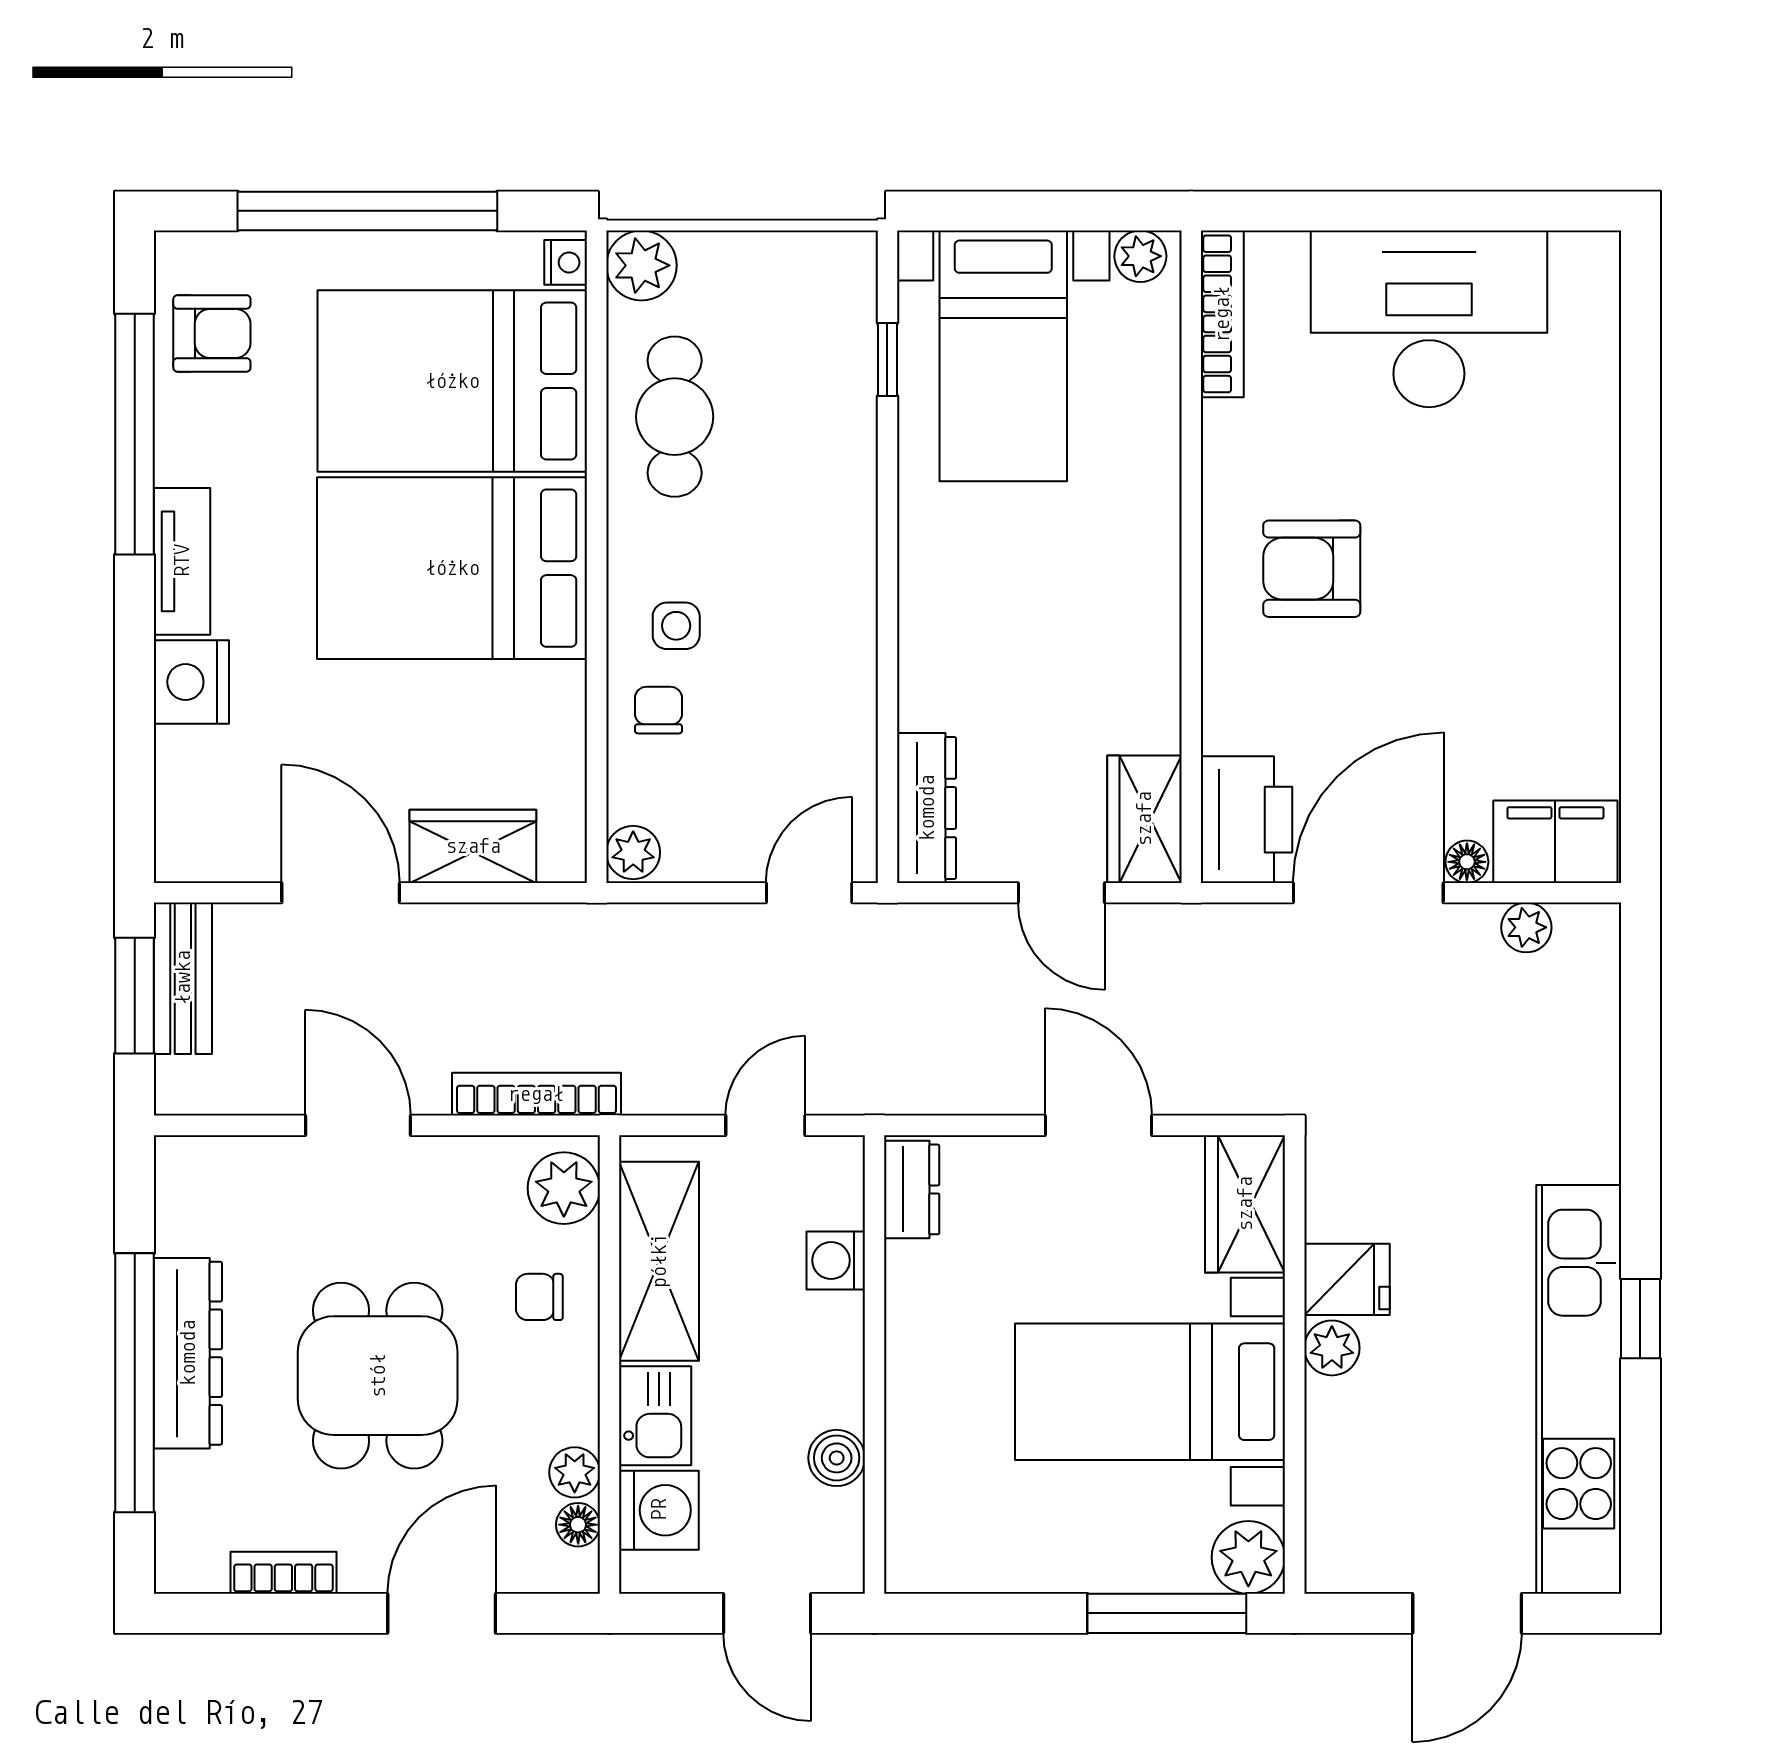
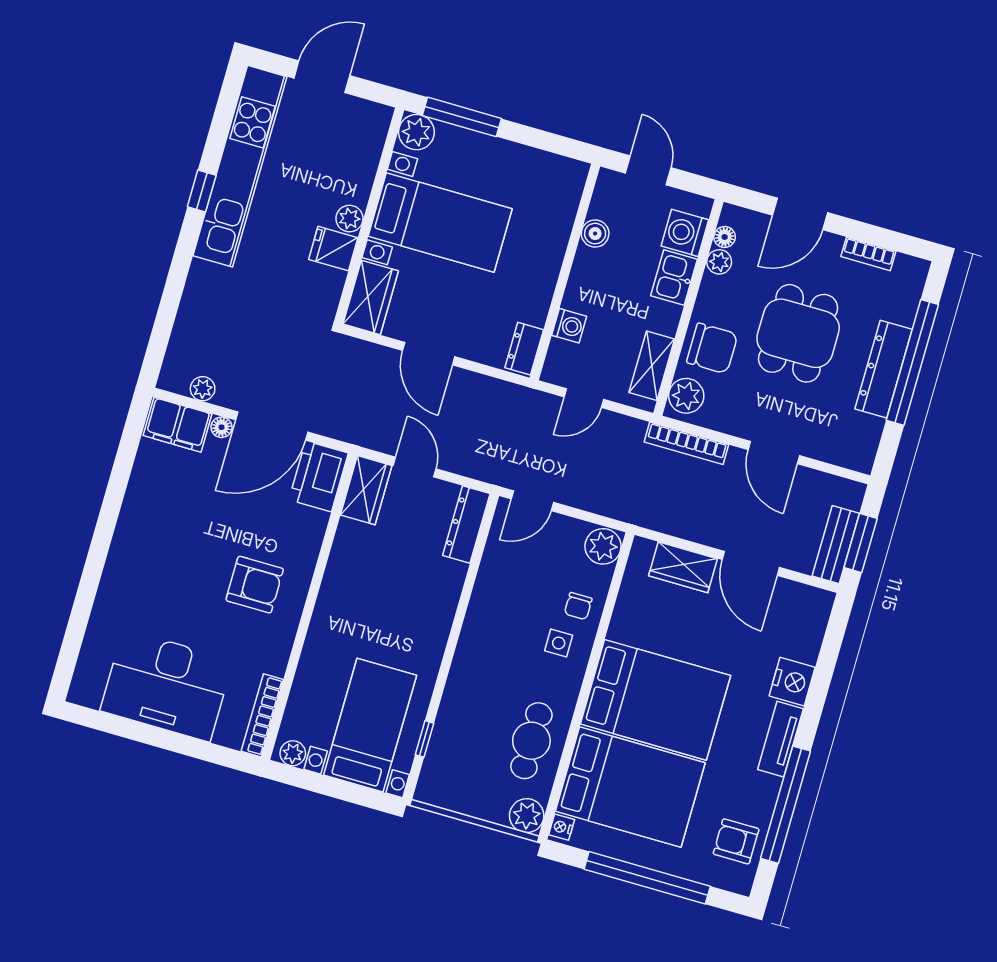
plant: (633, 853) -> (603, 546), width x1.38, depth x1.38
shelving: (659, 1261) -> (652, 366), width x0.67, depth x0.75
chair: (539, 1297) -> (712, 348), width x1.87, depth x1.87

